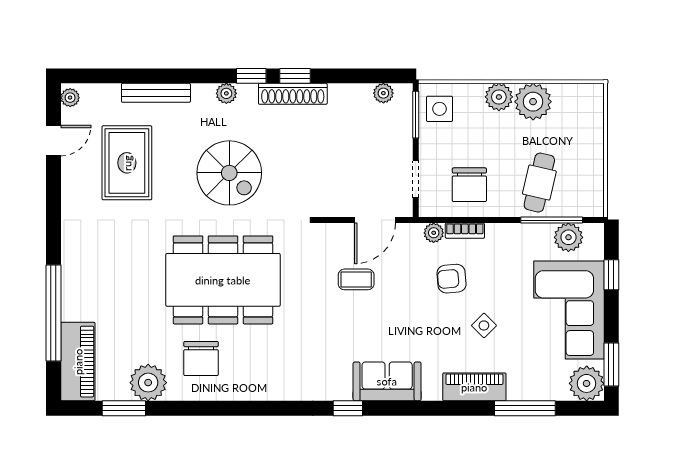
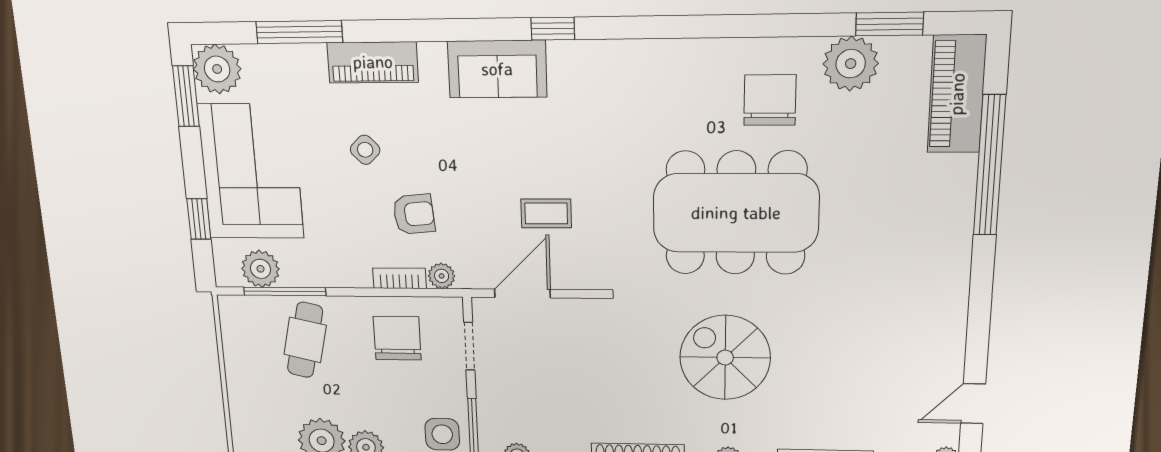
rug: (127, 163) -> (869, 373), removed

